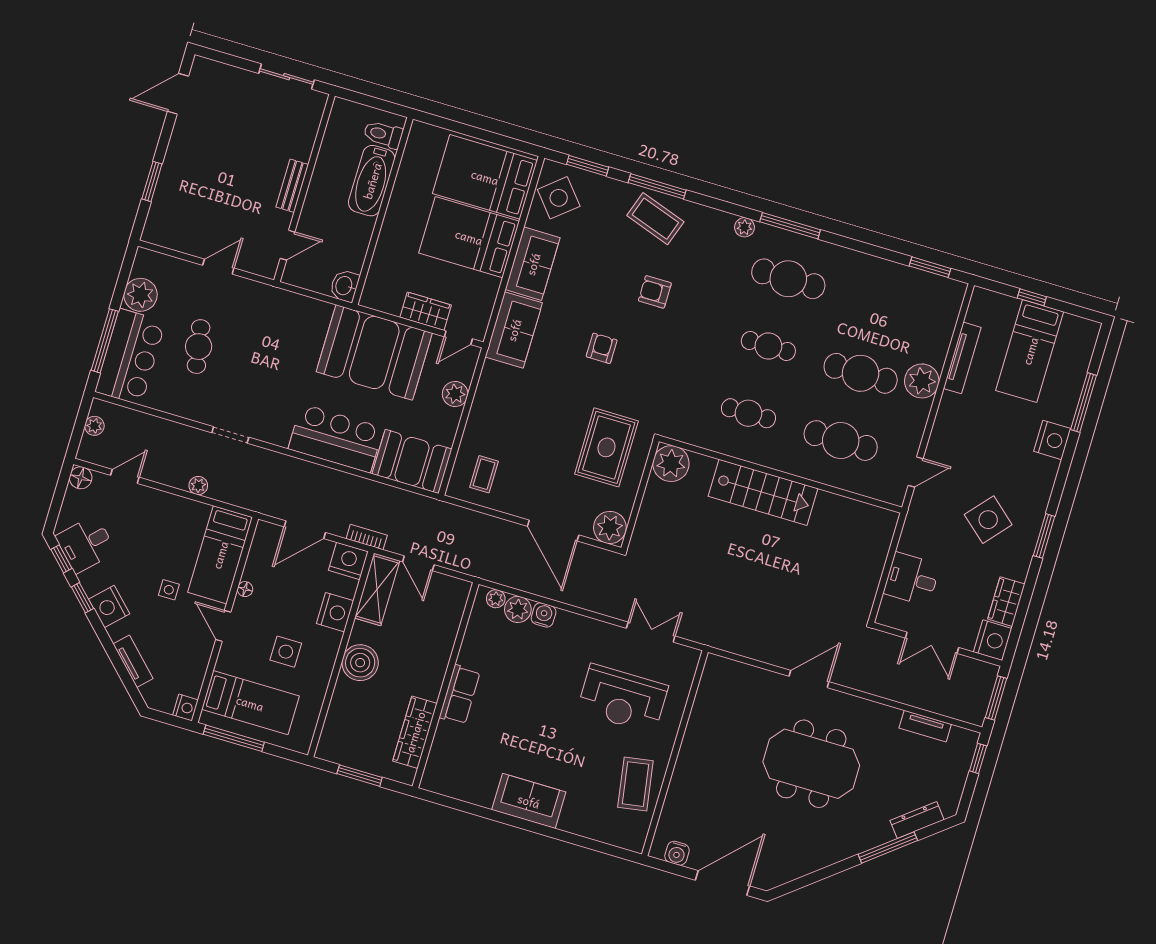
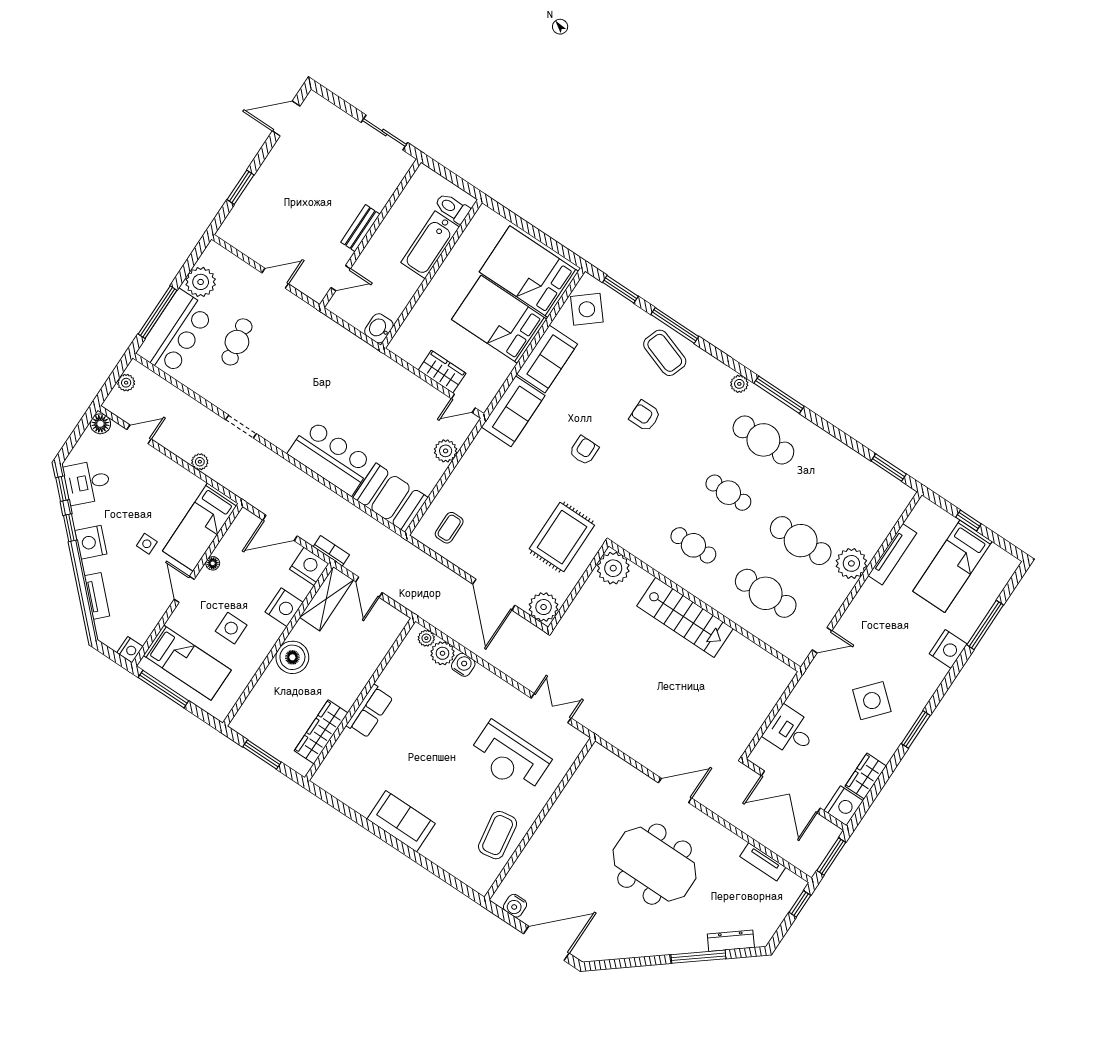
booth: (374, 352) -> (387, 394), removed
double door: (932, 643) -> (791, 792), width x1.37

